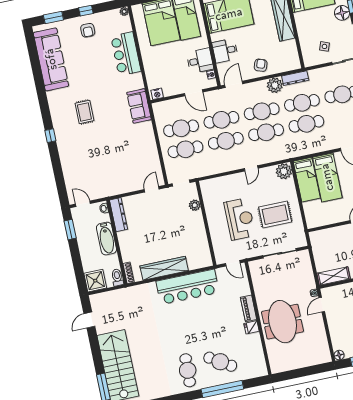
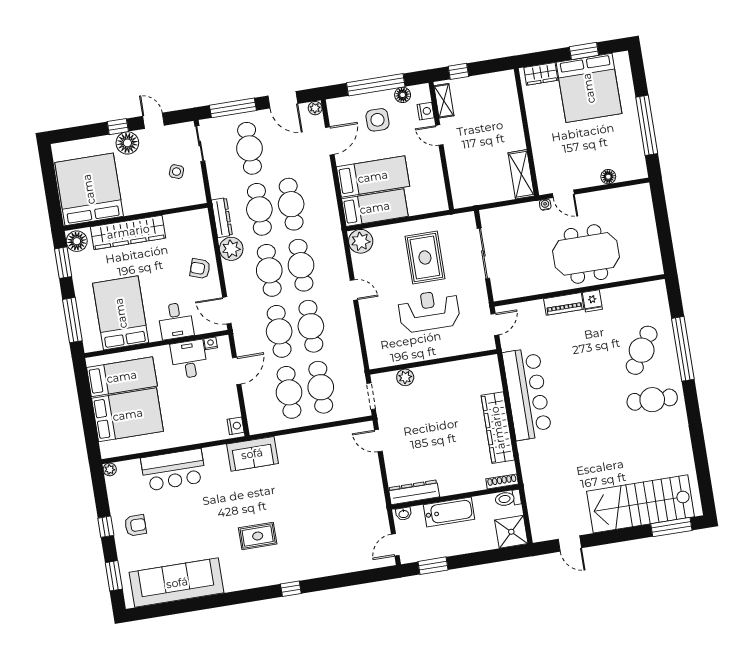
floor lamp: (339, 355) -> (608, 177), moved

